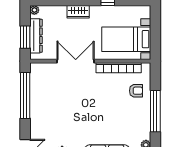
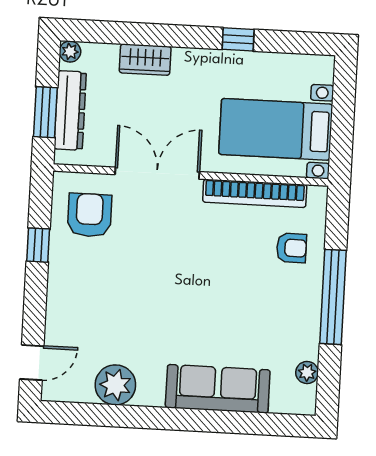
wardrobe: (78, 12) -> (145, 60), moved
armchair: (47, 81) -> (89, 215), added
window: (25, 95) -> (38, 245), width x0.32

